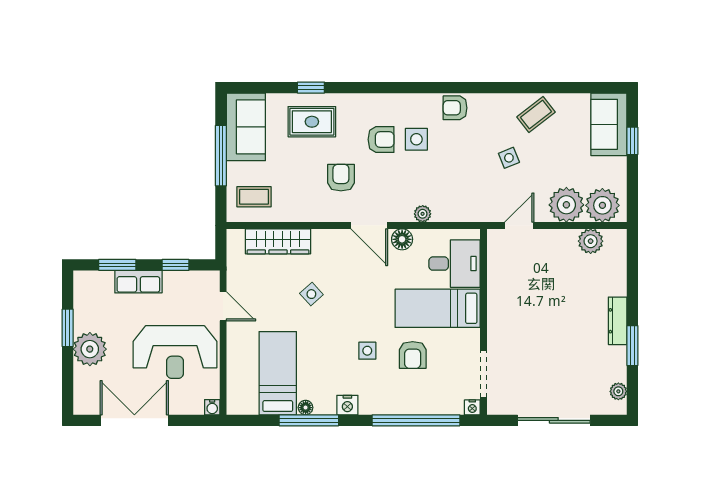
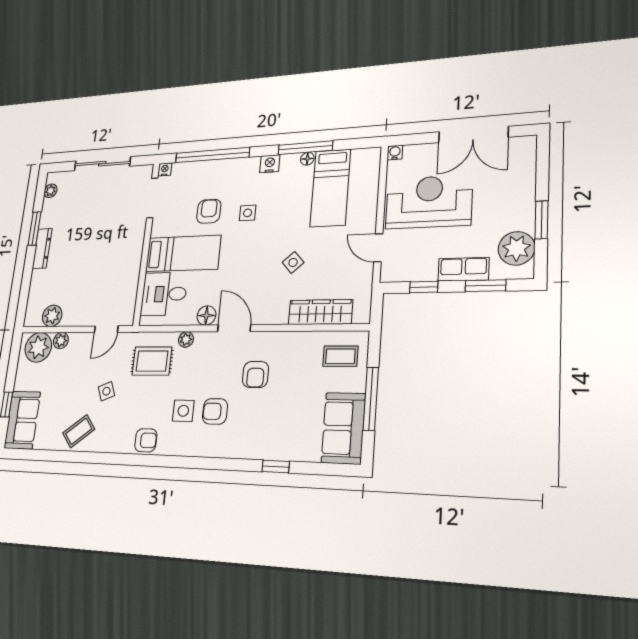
rug: (312, 122) -> (152, 361), moved
plant: (566, 205) -> (61, 341), width x0.53, depth x0.53
plant: (90, 349) -> (516, 248), moved

